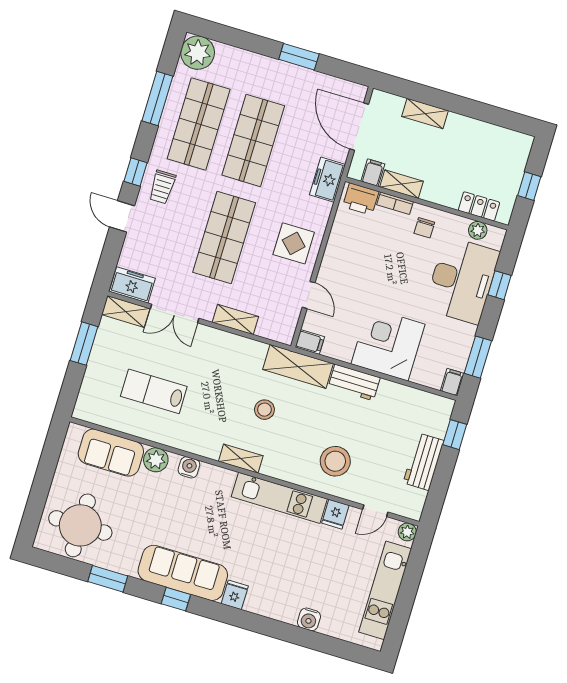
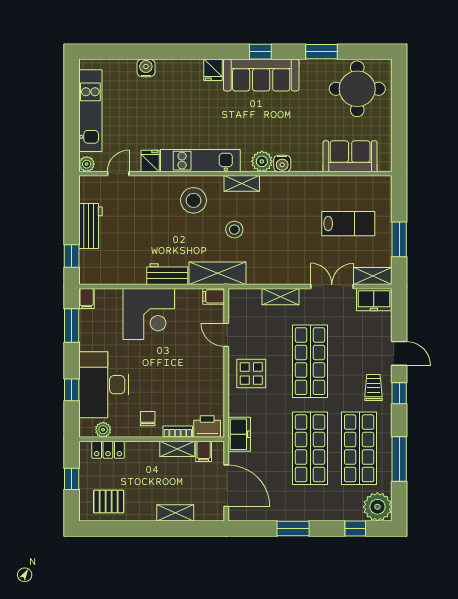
window: (230, 36) -> (355, 528), added
pallet: (496, 148) -> (109, 502), added
lab bench: (154, 391) -> (348, 224), moved
plant: (156, 460) -> (262, 161), moved
stool: (335, 461) -> (194, 200), moved

